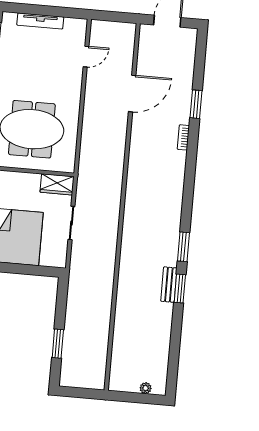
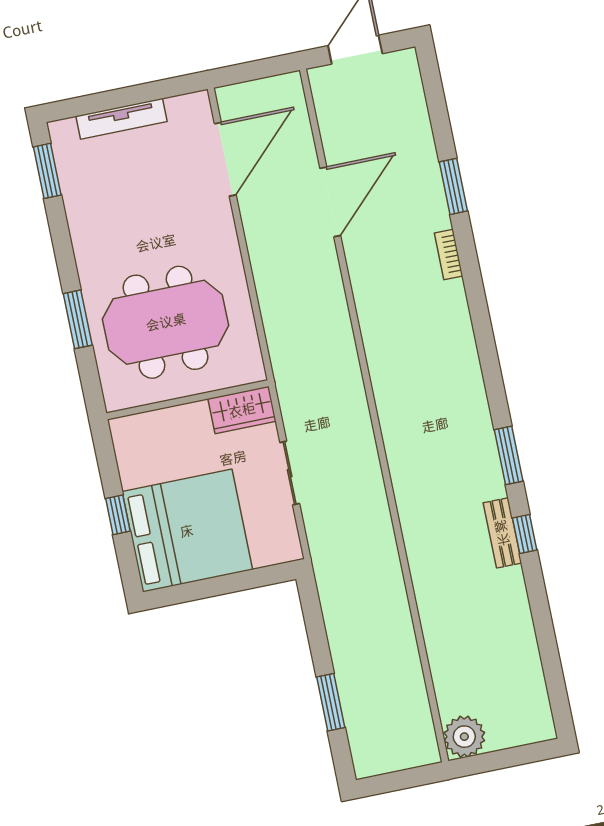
door: (86, 57) -> (225, 159), width x1.88
window: (180, 288) -> (525, 534), width x0.67
plant: (146, 388) -> (464, 737), moved, width x1.88, depth x1.88

